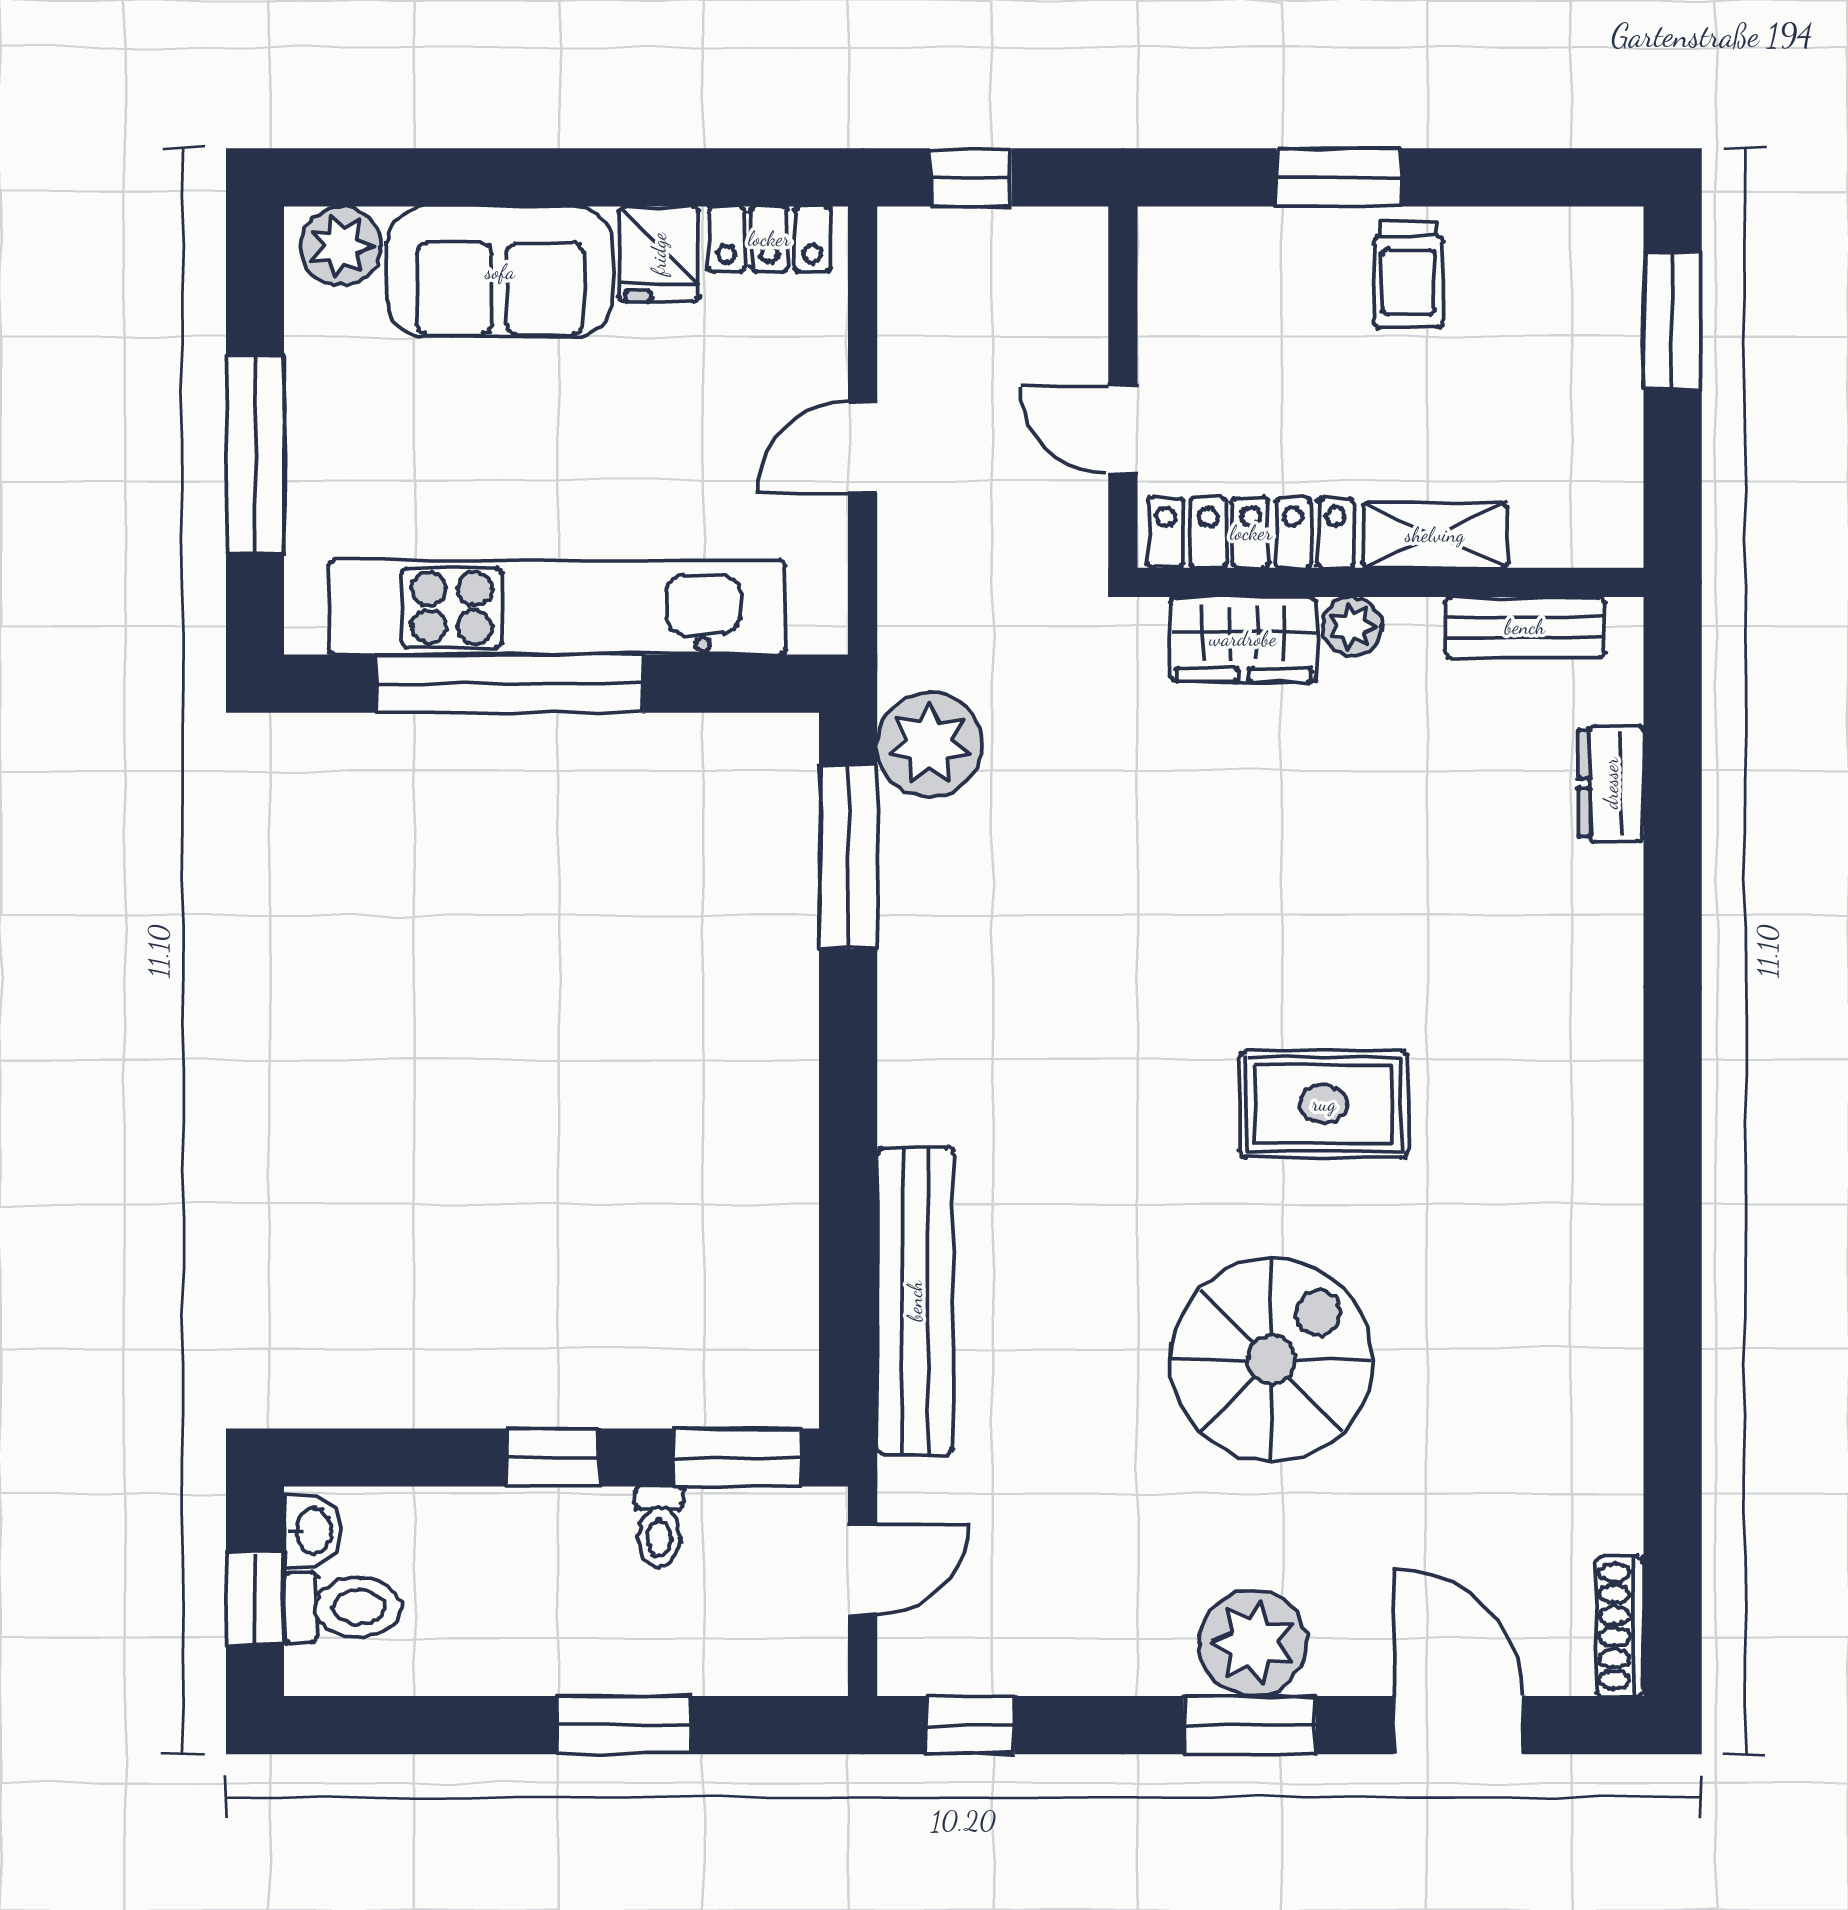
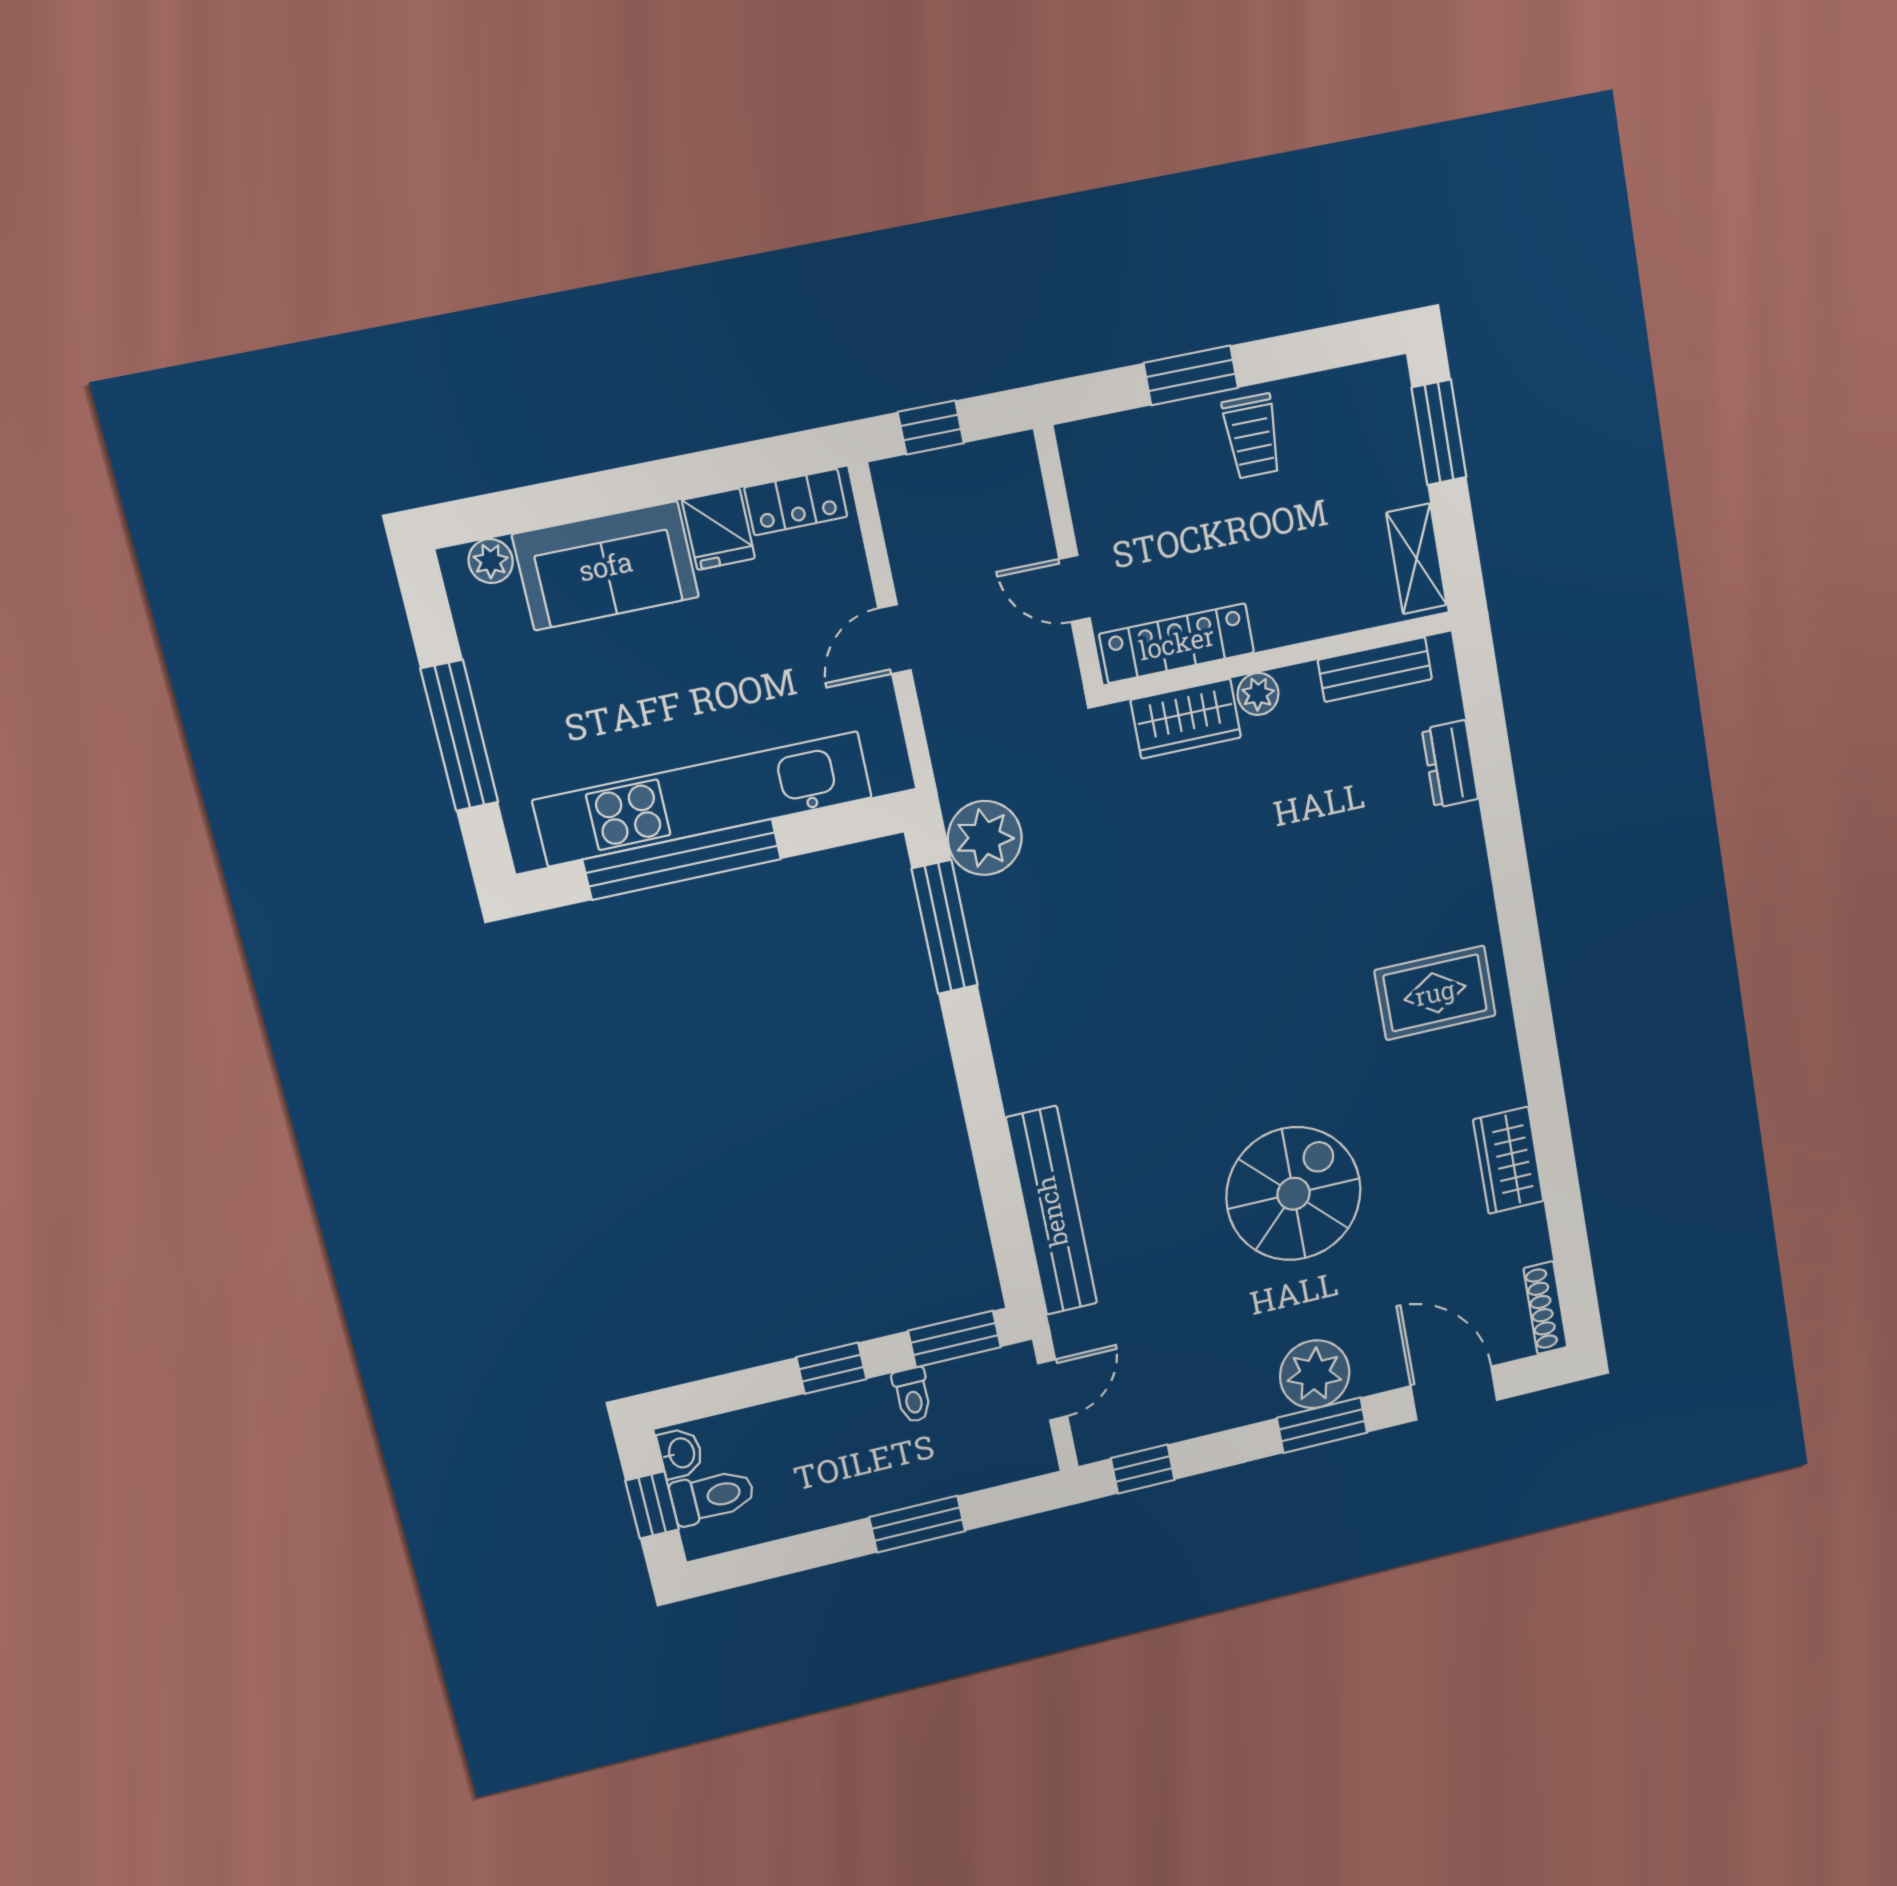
plant: (341, 246) -> (491, 561), width x0.73, depth x0.73
shelving: (1435, 535) -> (1417, 559), moved, turned 90
rug: (1324, 1104) -> (1435, 993), moved
wardrobe: (1600, 1385) -> (1508, 1160), added

